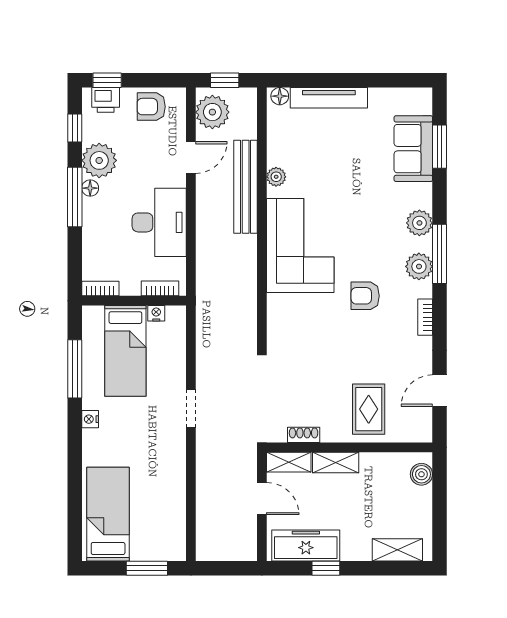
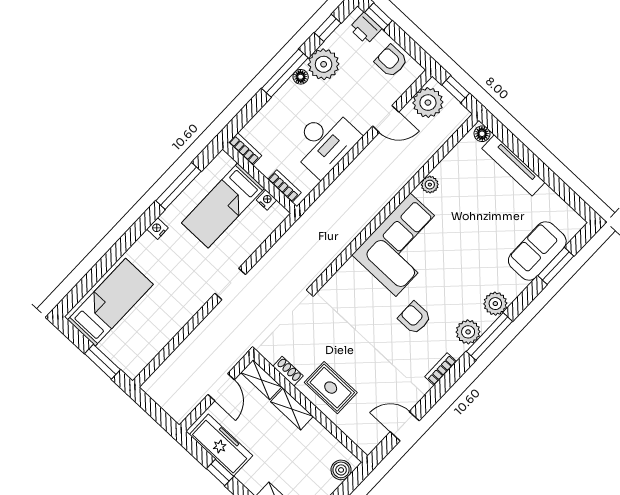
bench: (246, 187) -> (404, 172), removed
rug: (369, 409) -> (331, 388), moved, turned 90

